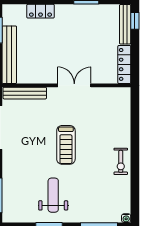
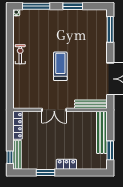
locker: (40, 11) -> (66, 164), moved
weight bench: (53, 195) -> (70, 29), removed

